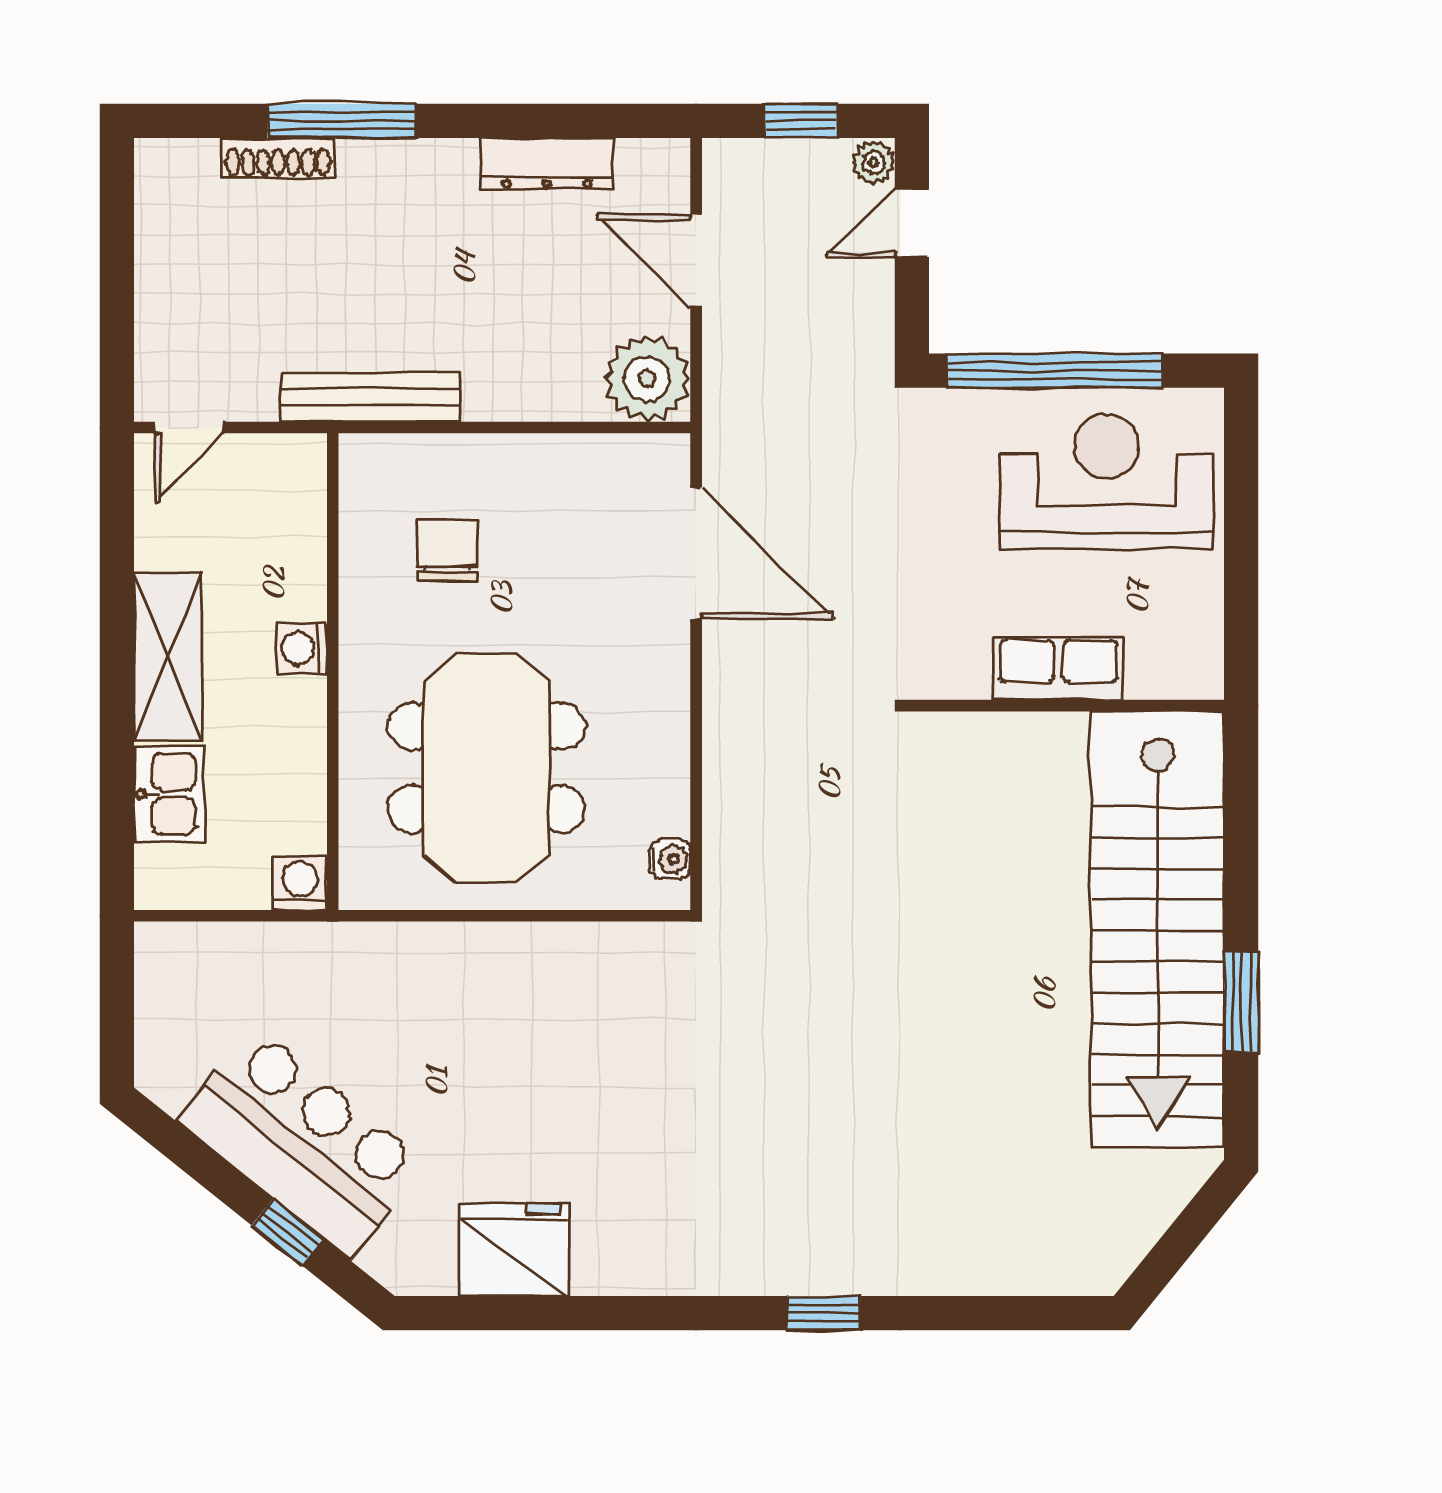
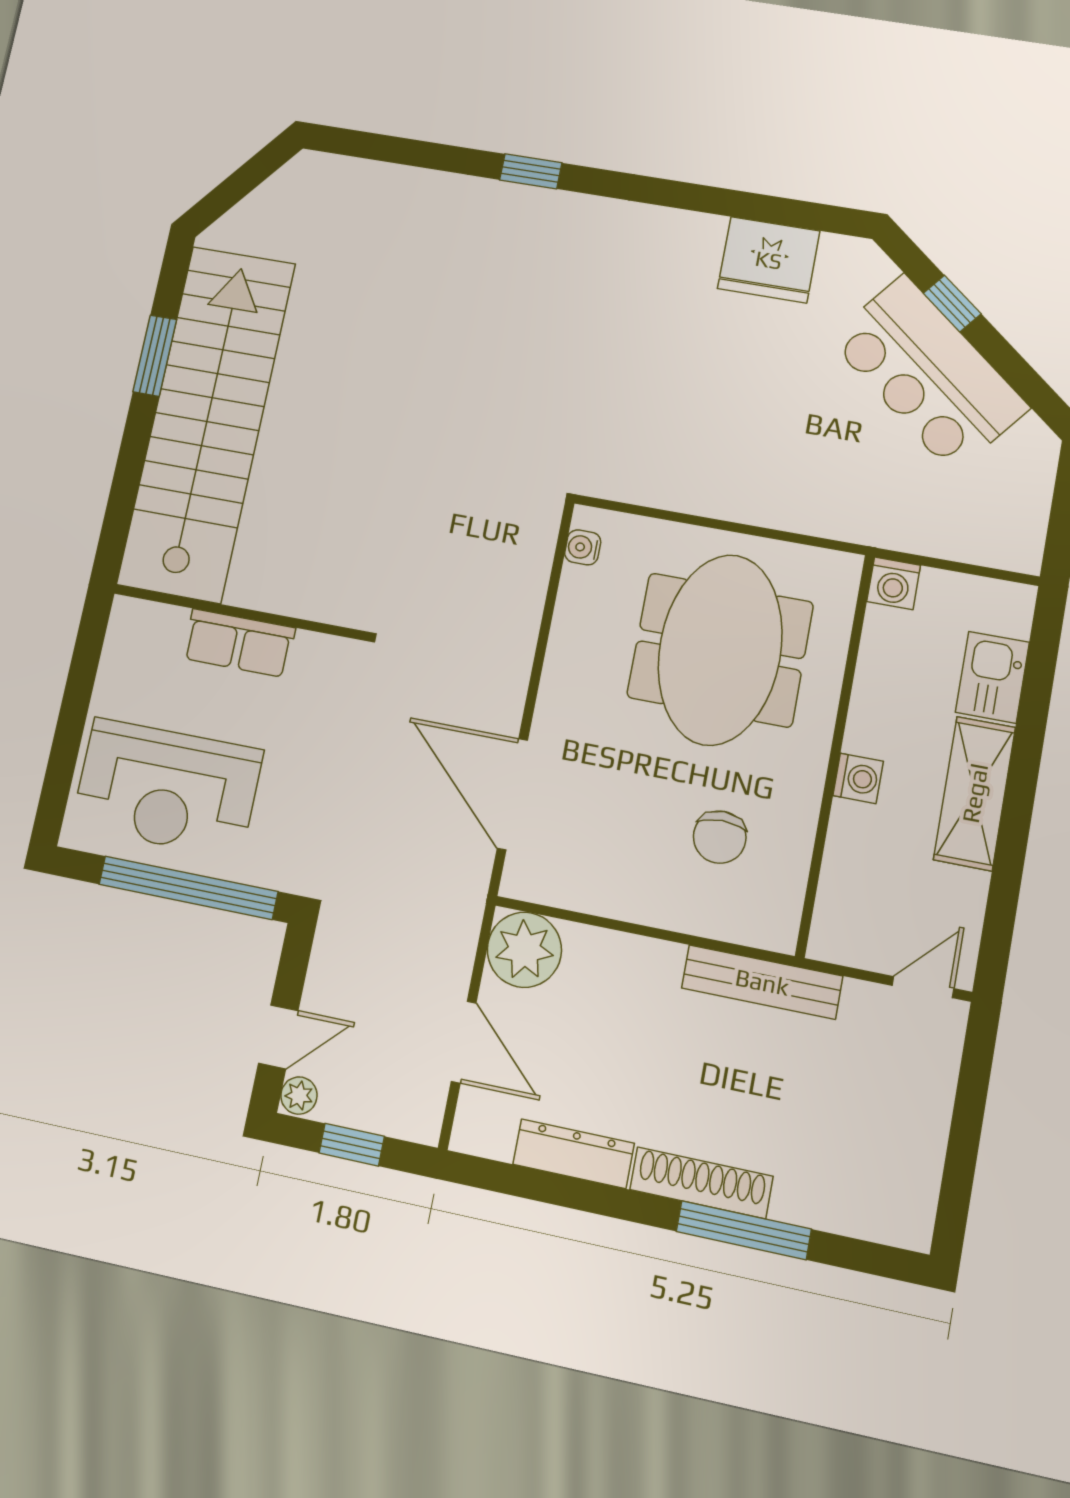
shoe rack: (278, 157) -> (701, 1183), moved, width x1.36, depth x1.24

